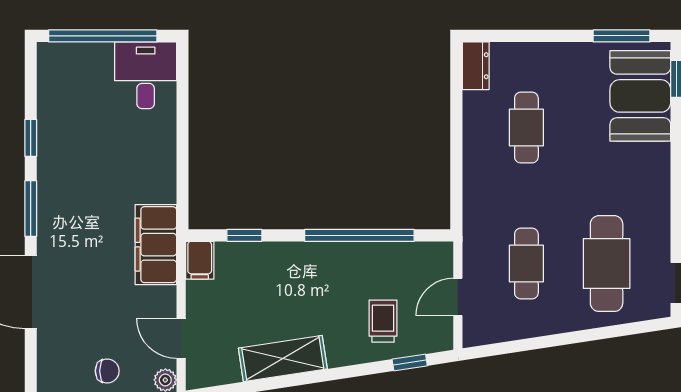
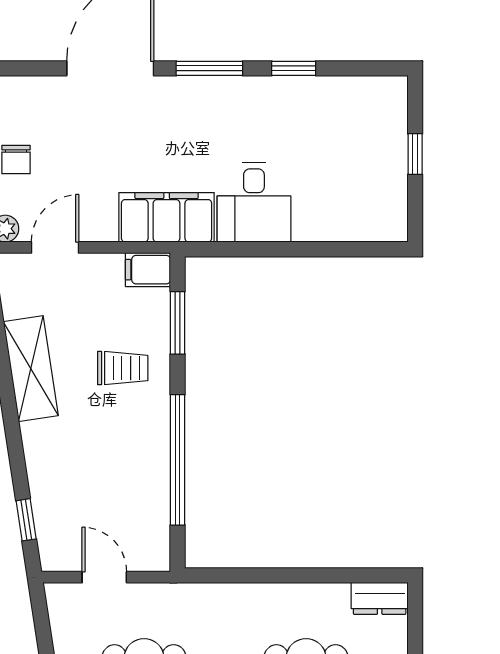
window: (103, 36) -> (415, 154), width x0.32
desk: (146, 75) -> (254, 202), moved, turned 90
window: (244, 235) -> (178, 323), width x1.50
trolley: (383, 321) -> (123, 368), moved

